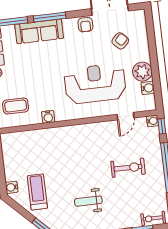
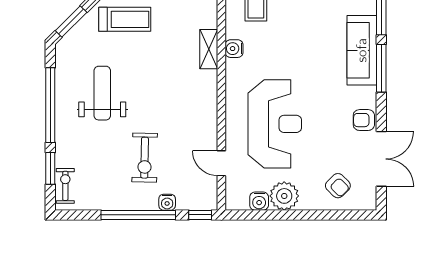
armchair: (120, 41) -> (338, 186), moved
water cooler: (152, 121) -> (167, 202), moved
shelving: (50, 134) -> (209, 49), added
weight bench: (88, 201) -> (102, 93), width x1.36, depth x1.33

